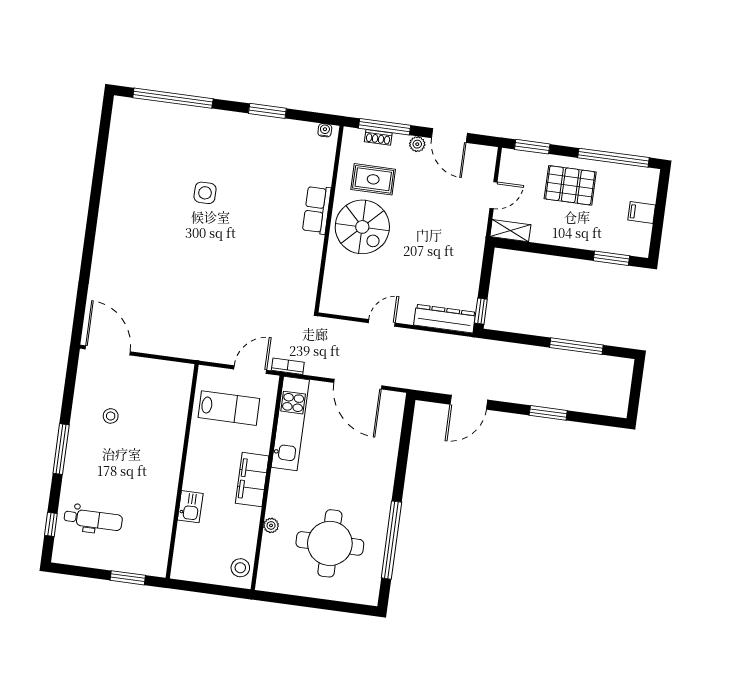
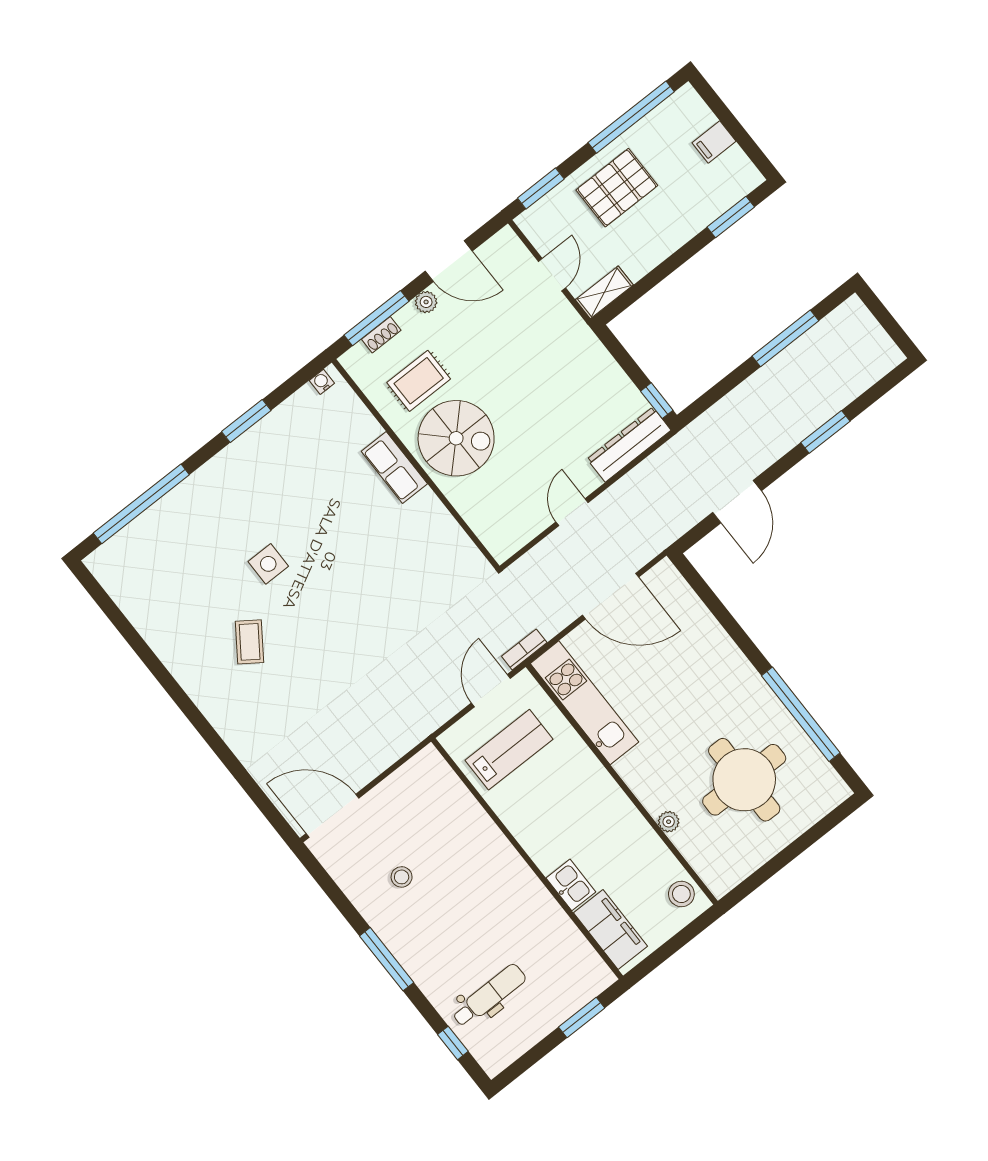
coffee table: (156, 222) -> (250, 642), added
filing cabinet: (252, 480) -> (611, 929), moved, turned 180

